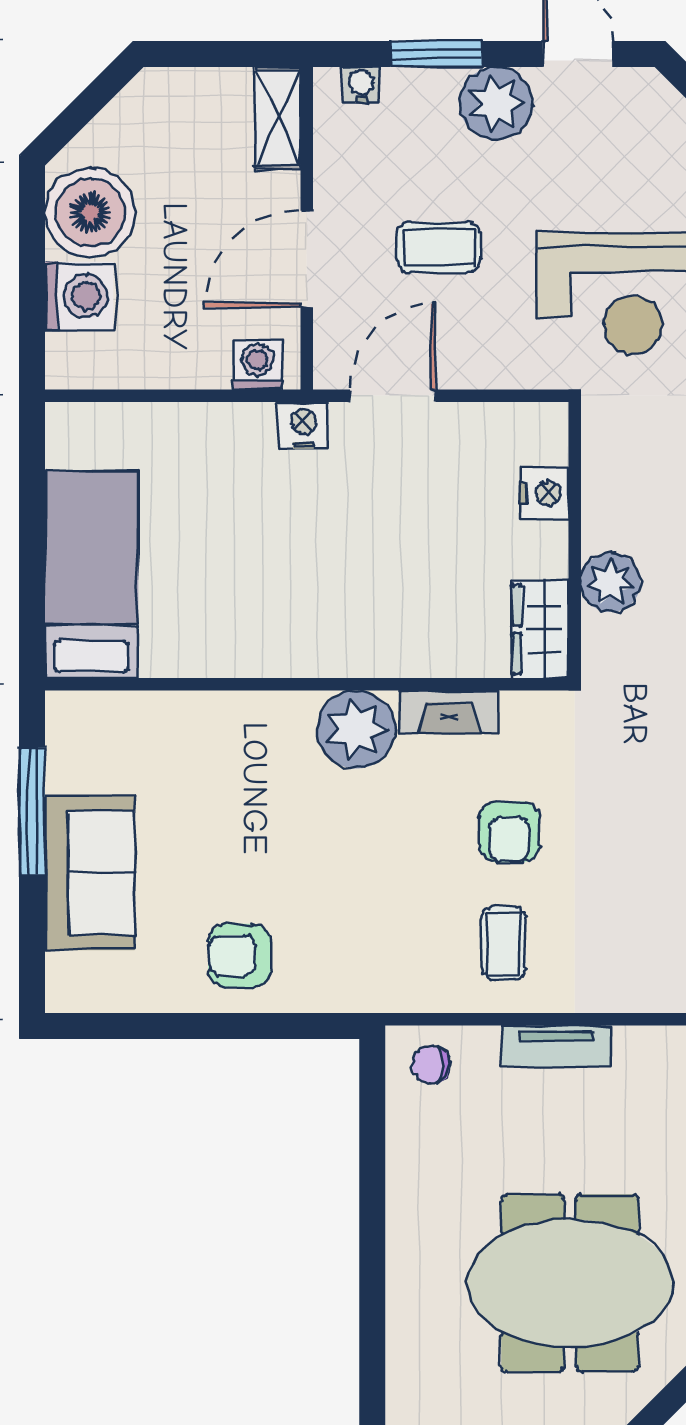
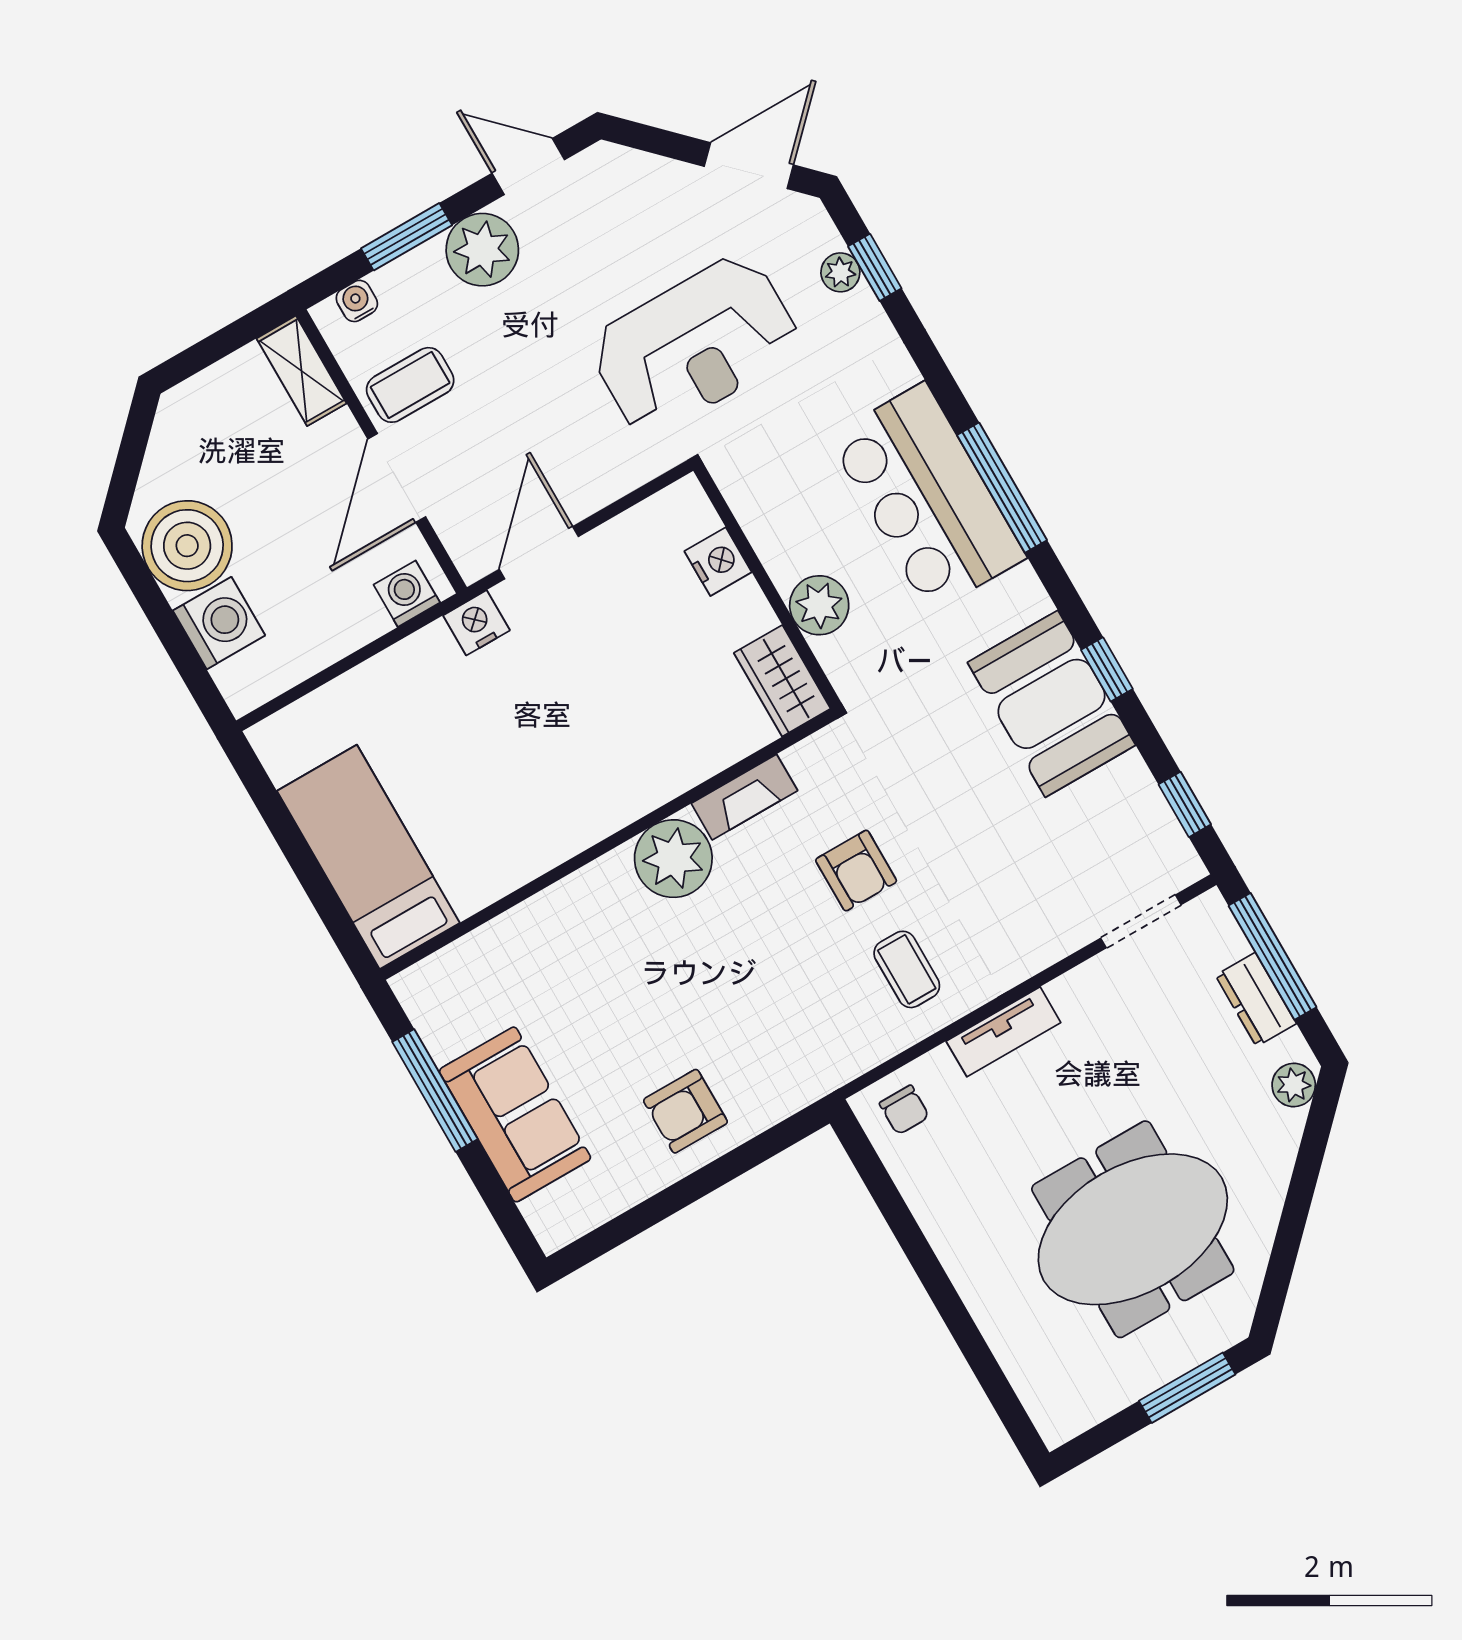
coffee table: (439, 247) -> (410, 385), moved
chair: (431, 1064) -> (904, 1110), turned -90

